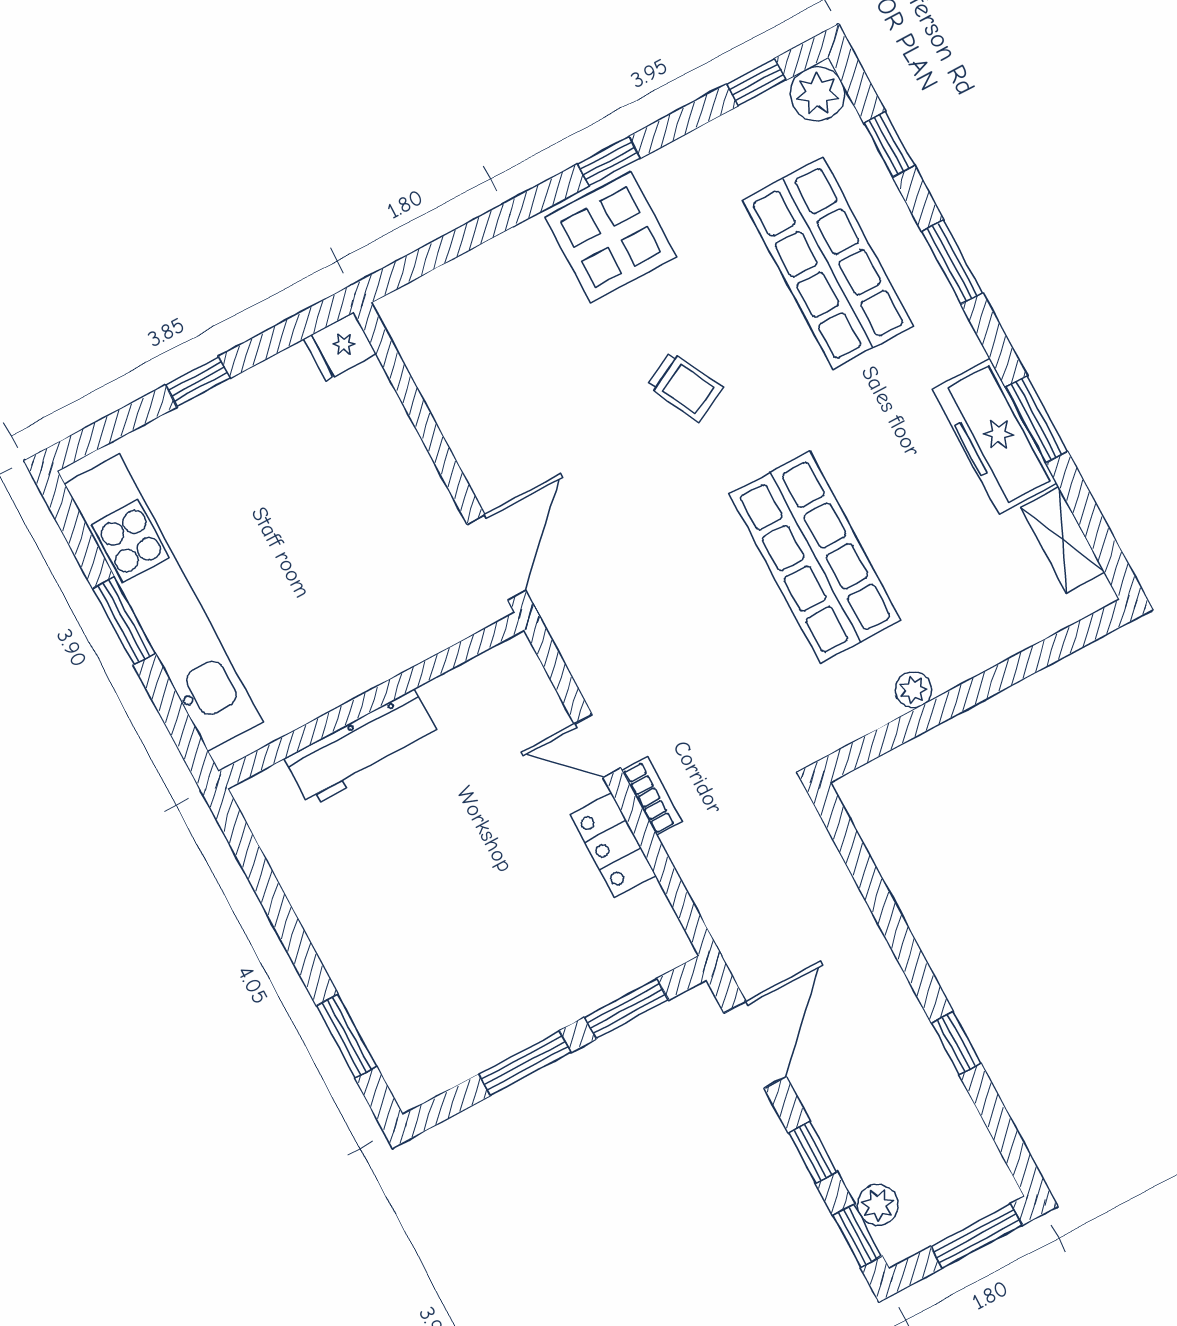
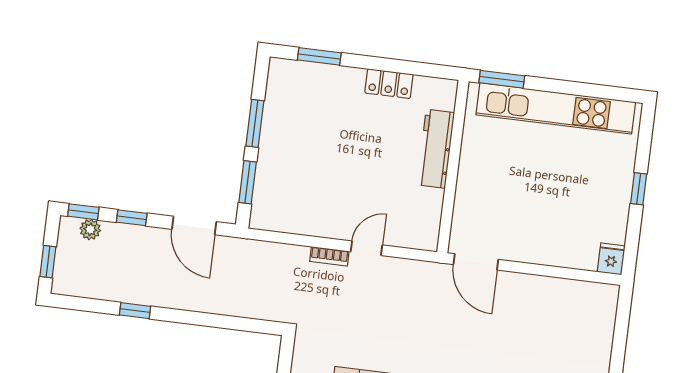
window: (124, 621) -> (502, 79), moved
locker: (613, 845) -> (389, 84), moved, turned 180
window: (976, 1236) -> (48, 262), width x0.67

